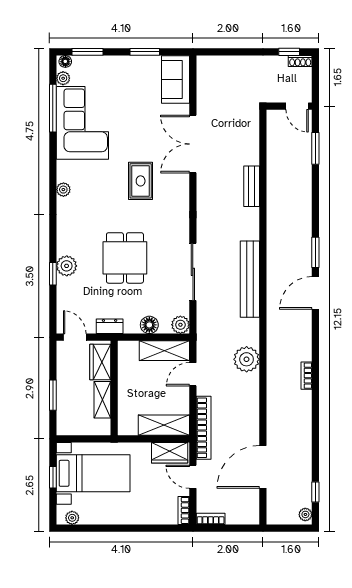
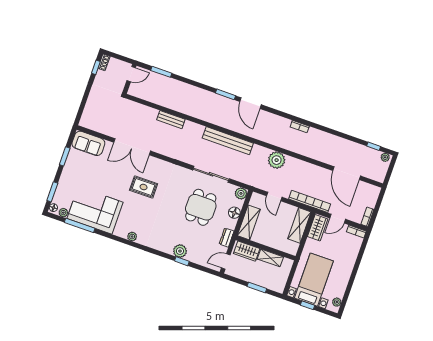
dining table: (125, 258) -> (201, 207), moved, turned 90
shelving: (164, 351) -> (249, 222), moved

